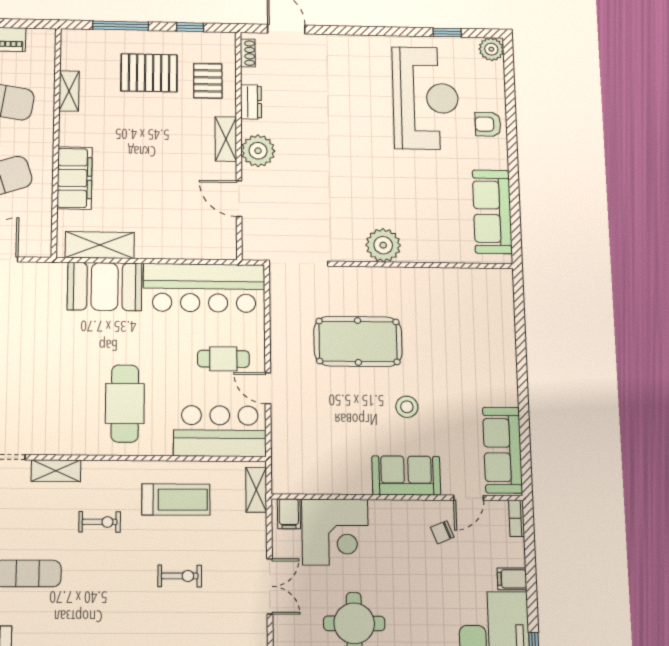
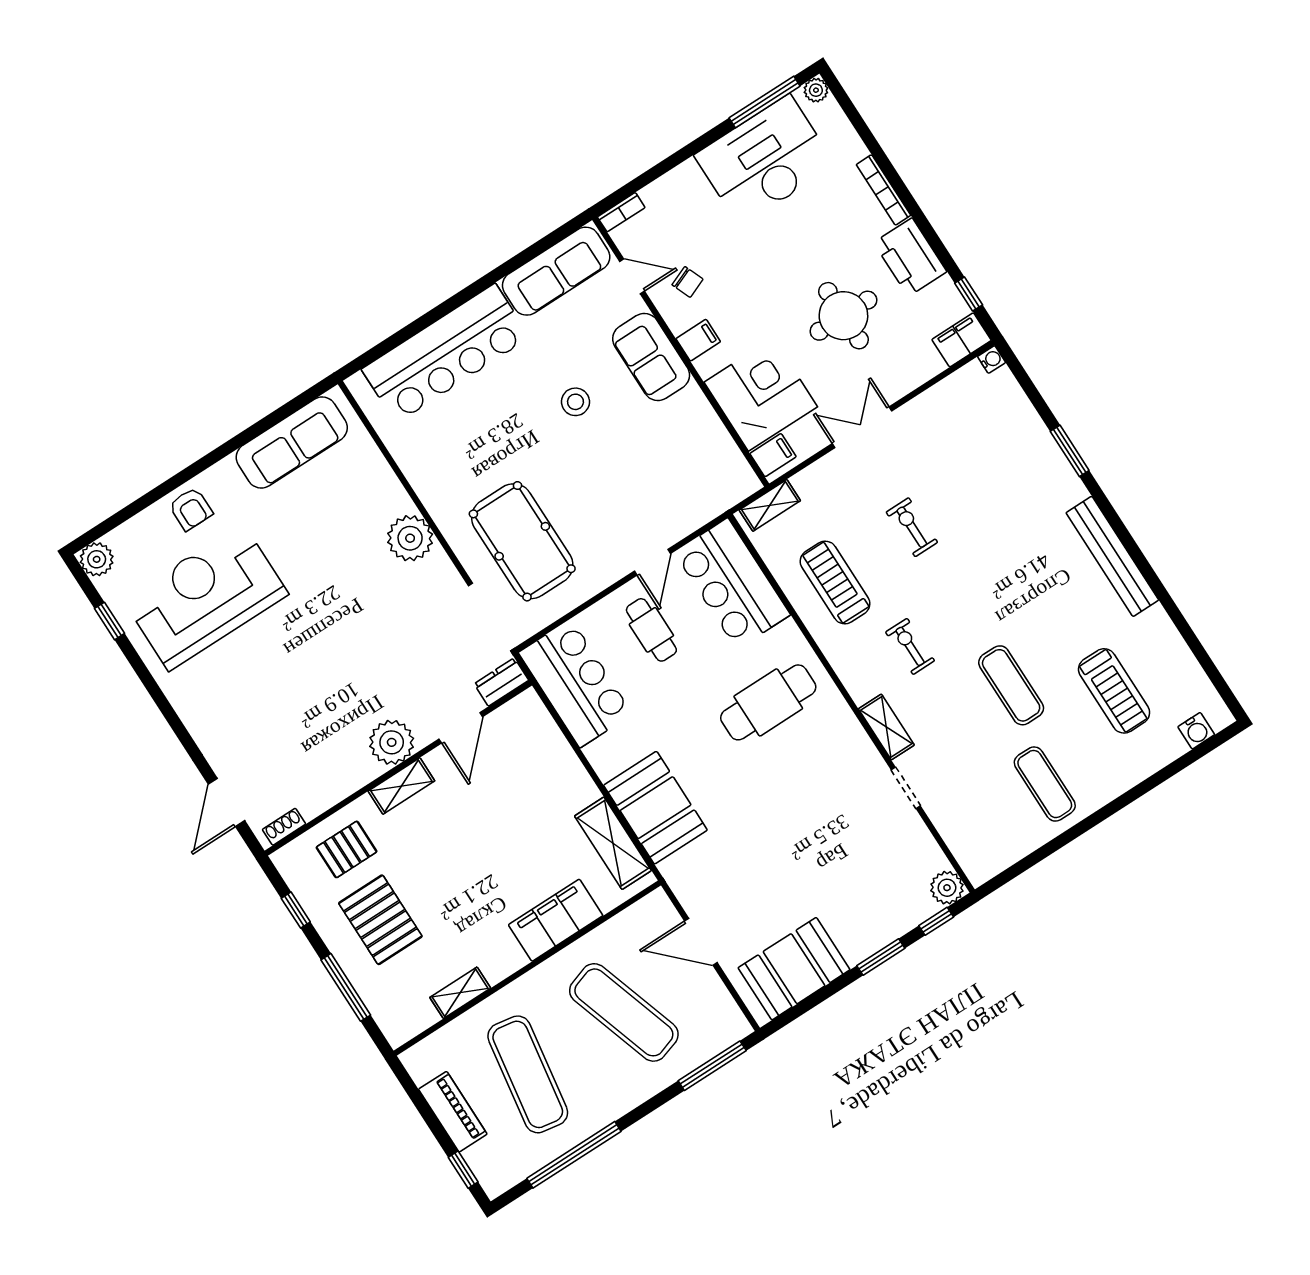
dresser: (251, 102) -> (501, 682), moved
bar counter: (204, 288) -> (575, 683), width x0.73
pool table: (358, 341) -> (522, 541), moved
bar counter: (491, 344) -> (446, 353), added
filing cabinet: (512, 579) -> (698, 340), moved, turned -90

